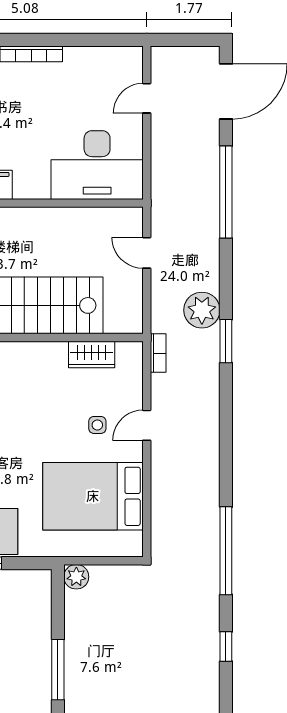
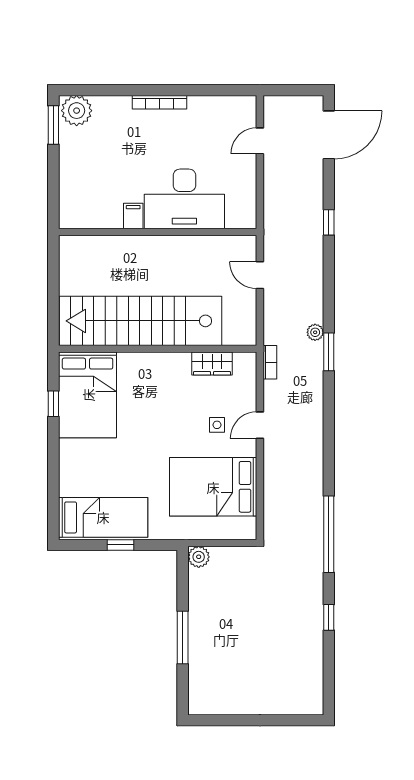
desk: (97, 165) -> (184, 199), moved
window: (226, 192) -> (329, 222), width x0.32
plant: (202, 310) -> (315, 332), width x0.53, depth x0.53

